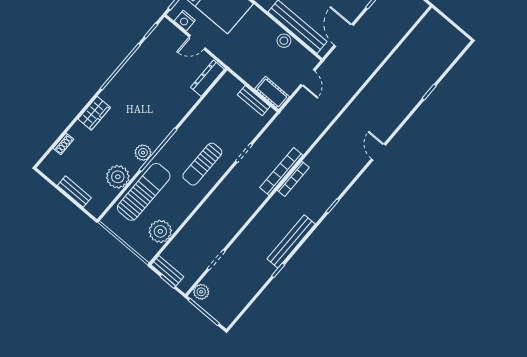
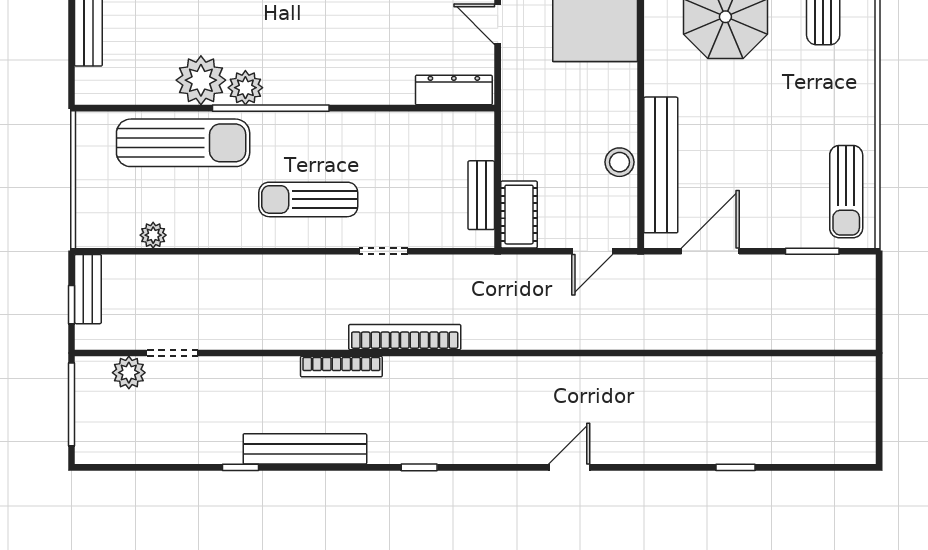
plant: (118, 177) -> (201, 80), moved
bookcase: (293, 179) -> (341, 367), moved
plant: (160, 231) -> (153, 235), width x0.53, depth x0.53
plant: (201, 292) -> (129, 373), moved

